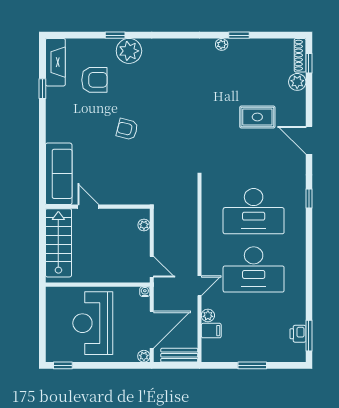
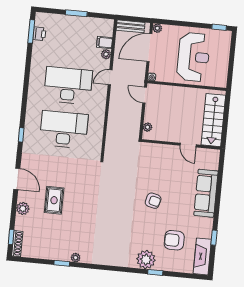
plant: (297, 82) -> (23, 208), moved
rug: (257, 117) -> (54, 200), turned 90
sofa: (59, 174) -> (206, 193), moved

